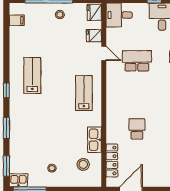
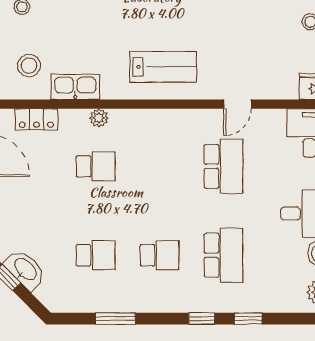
fridge: (94, 36) -> (271, 86), removed
plant: (111, 127) -> (99, 118), added
locker: (112, 160) -> (36, 119), width x0.66

